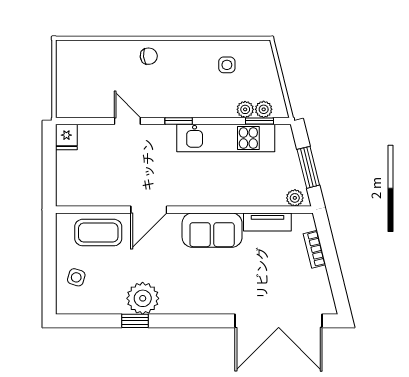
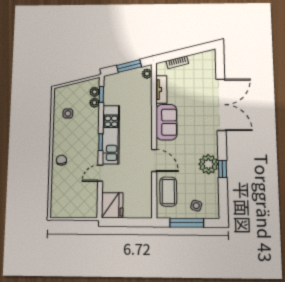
fridge: (66, 137) -> (112, 205), width x1.88, depth x1.34
kitchen unit: (226, 138) -> (111, 135), moved
window: (49, 262) -> (187, 223), added
double door: (279, 321) -> (221, 105), moved

